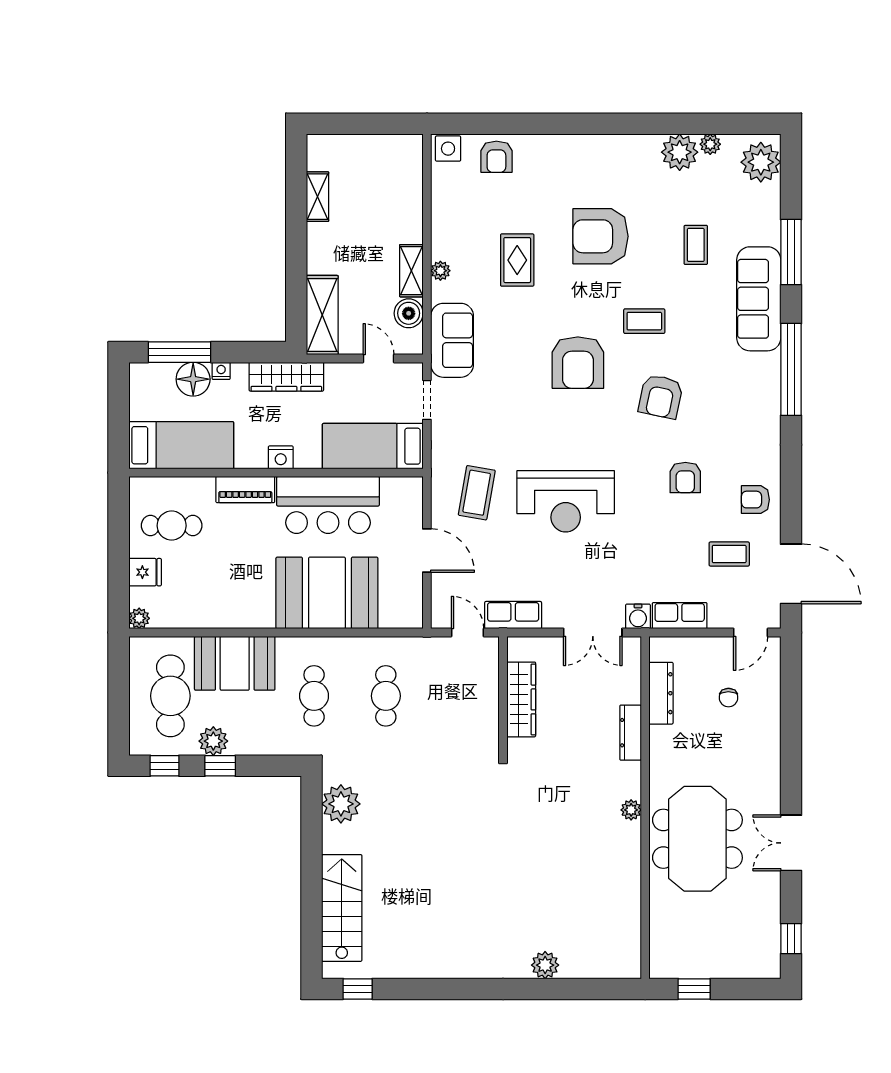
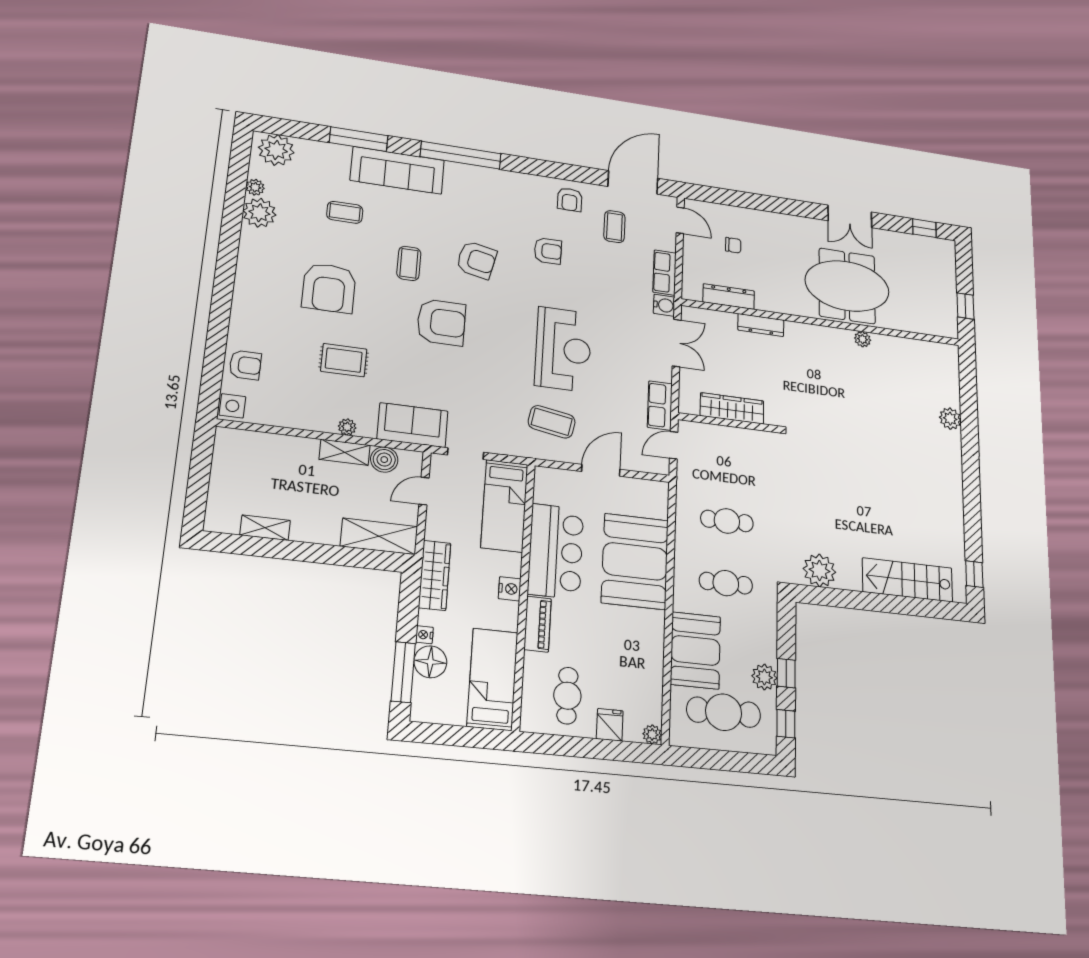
plant: (631, 810) -> (863, 339), moved

